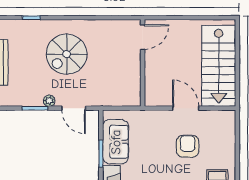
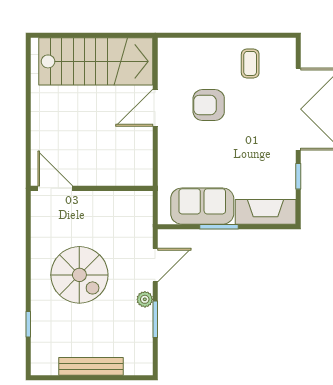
door: (143, 37) -> (55, 188), moved
wall: (143, 63) -> (92, 188), moved

